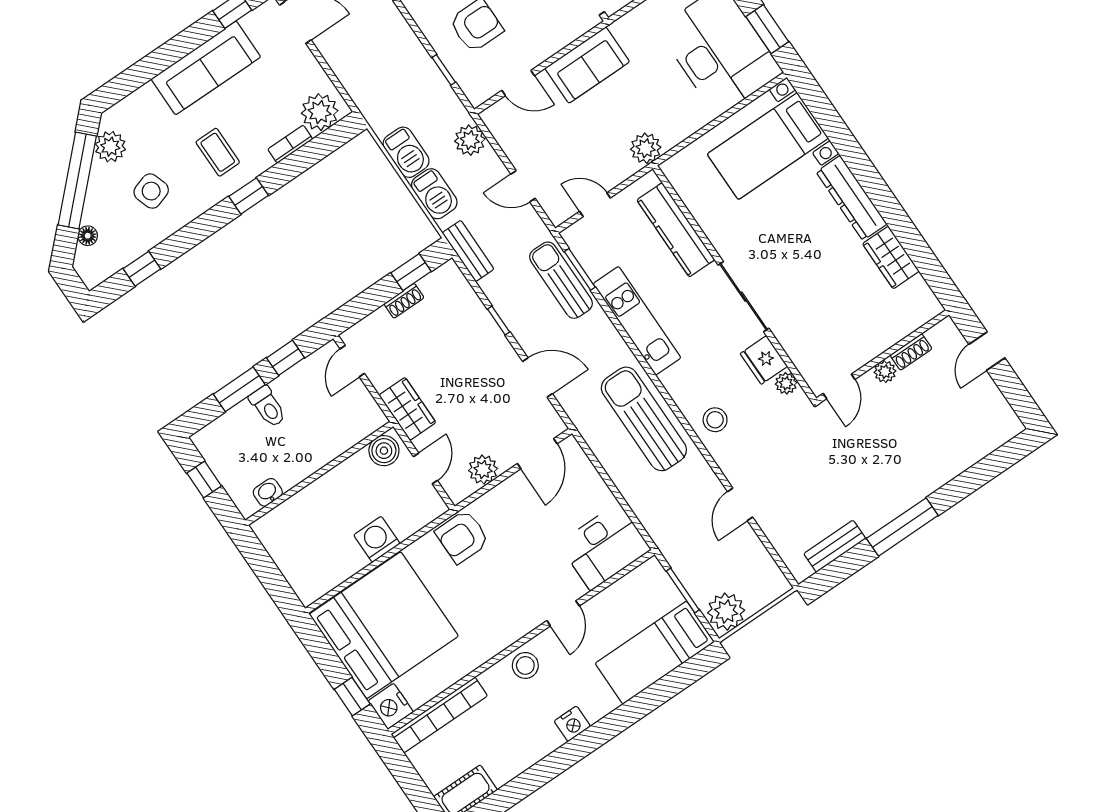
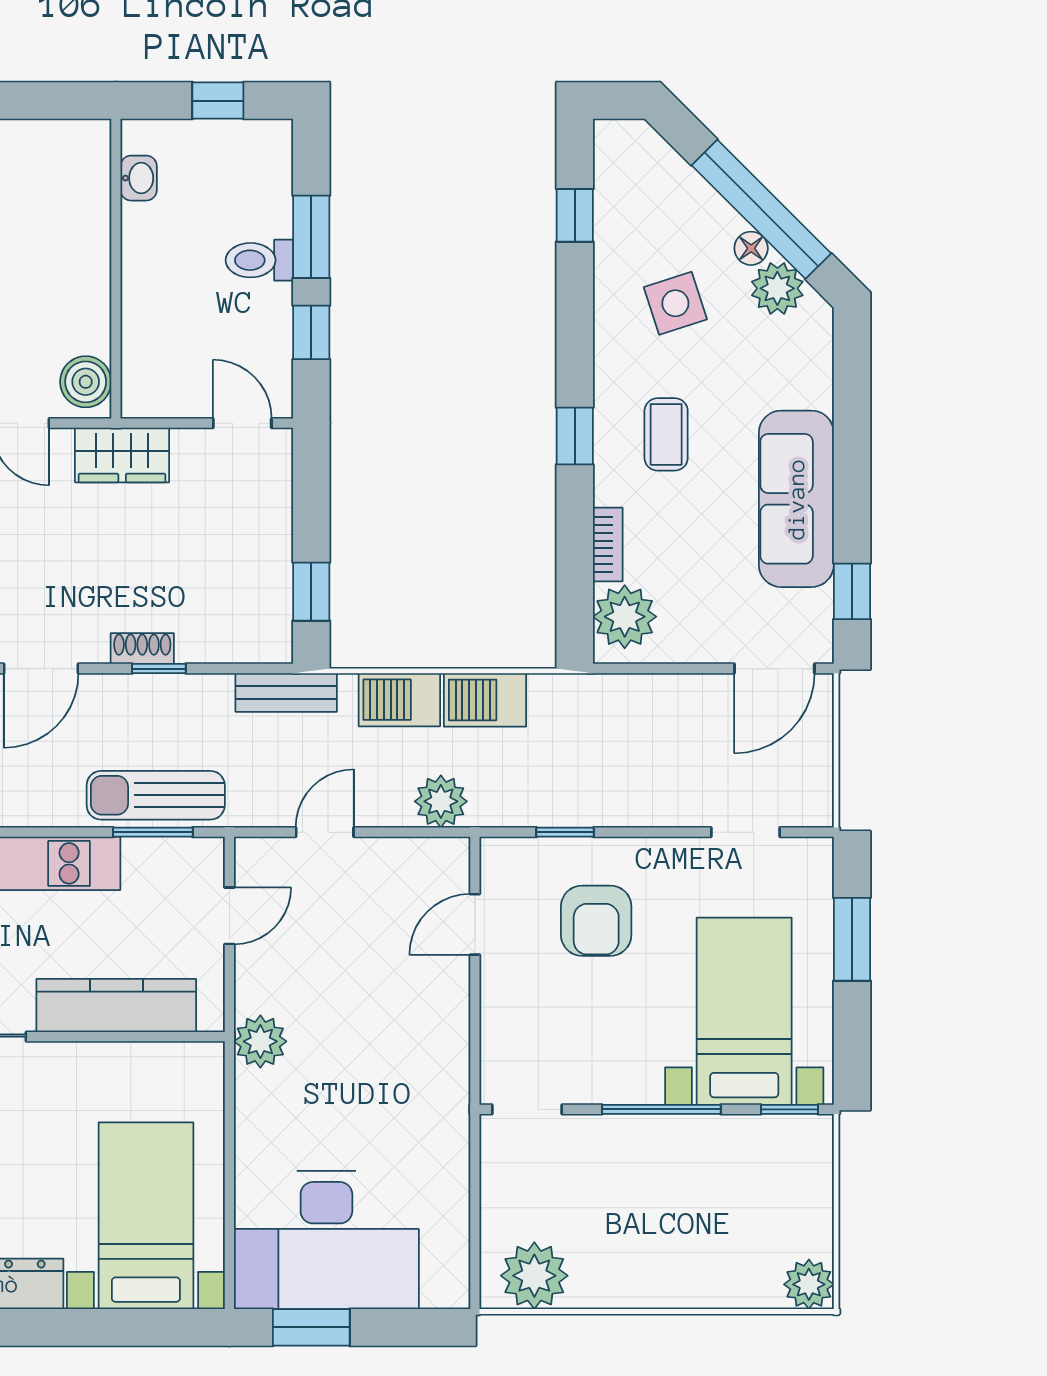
sofa: (587, 65) -> (434, 1039), removed
coffee table: (218, 152) -> (666, 434), turned 90
floor lamp: (88, 236) -> (751, 248), moved
sun lounger: (561, 280) -> (156, 795), turned 180
shoe rack: (404, 301) -> (142, 649), moved, turned 90

